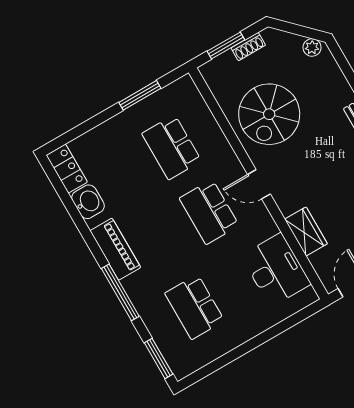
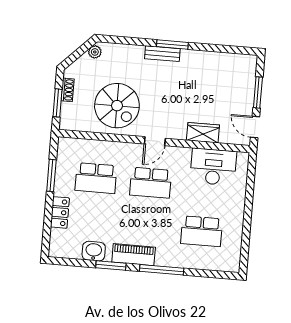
locker: (67, 169) -> (60, 212), moved, turned 90
window: (159, 358) -> (111, 265), moved

